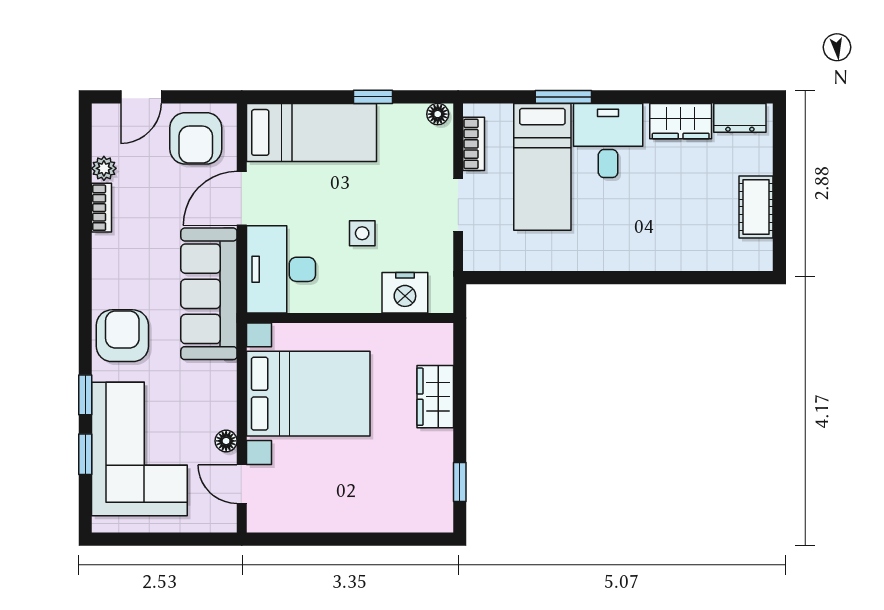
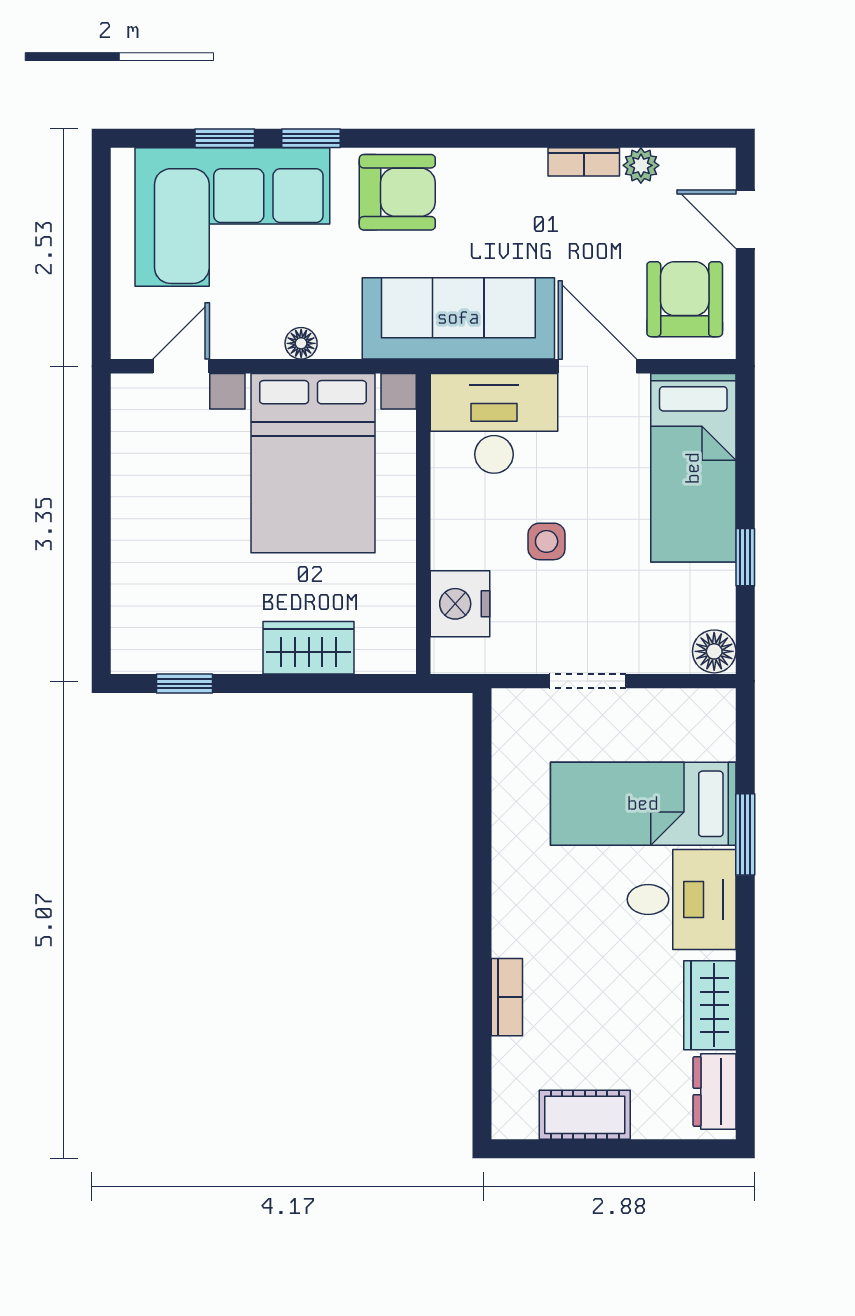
floor lamp: (438, 114) -> (714, 651), width x1.37, depth x1.37
armchair: (196, 138) -> (685, 299), turned 90
bookcase: (474, 144) -> (507, 997), moved, turned -90
floor lamp: (226, 441) -> (301, 343), moved

